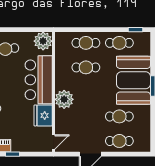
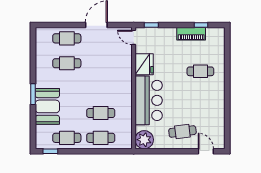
booth: (133, 80) -> (47, 106), width x0.73, depth x0.70
plant: (64, 99) -> (123, 81), removed
door: (53, 142) -> (134, 37), hinge flipped
window: (12, 154) -> (151, 25), moved

